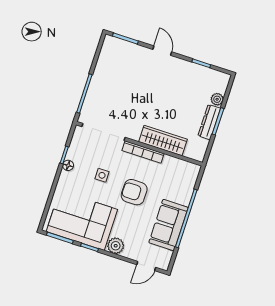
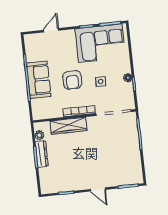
plant: (217, 99) -> (39, 135), moved
armchair: (134, 192) -> (72, 80), turned 90
sofa: (168, 225) -> (39, 80), moved
plant: (116, 246) -> (68, 36), removed
door: (146, 266) -> (51, 30), moved

